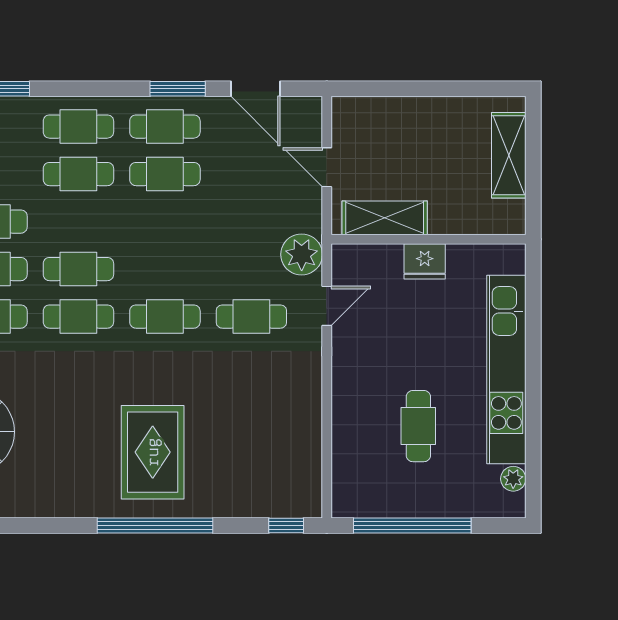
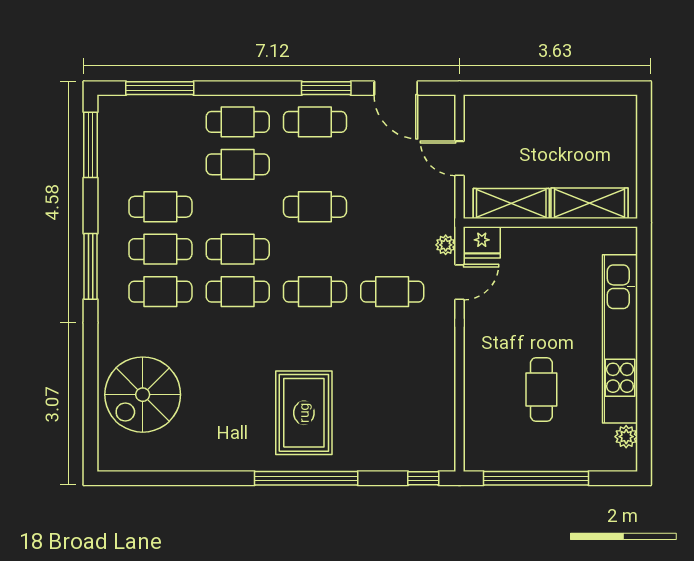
shelving: (509, 155) -> (589, 203), moved, turned 90
cafe table: (165, 174) -> (315, 207), moved
plant: (302, 254) -> (446, 245), width x0.53, depth x0.53
fridge: (425, 261) -> (482, 242), moved

